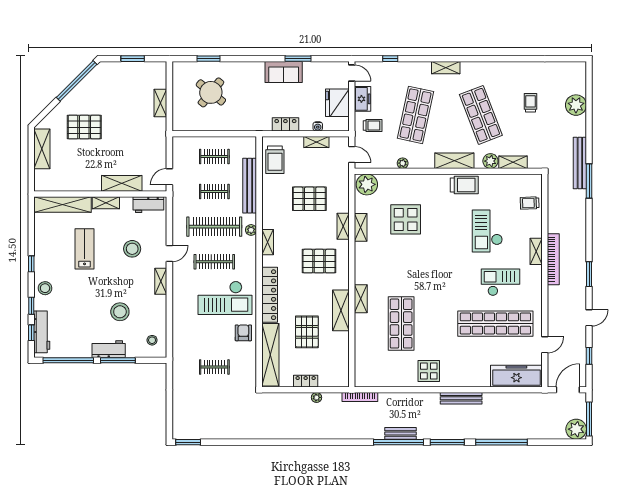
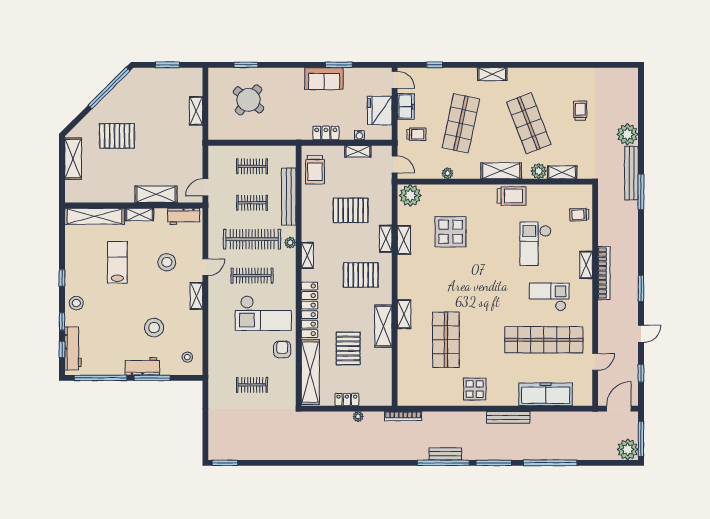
plant: (576, 105) -> (627, 134), moved
freezer: (516, 376) -> (546, 394), moved

